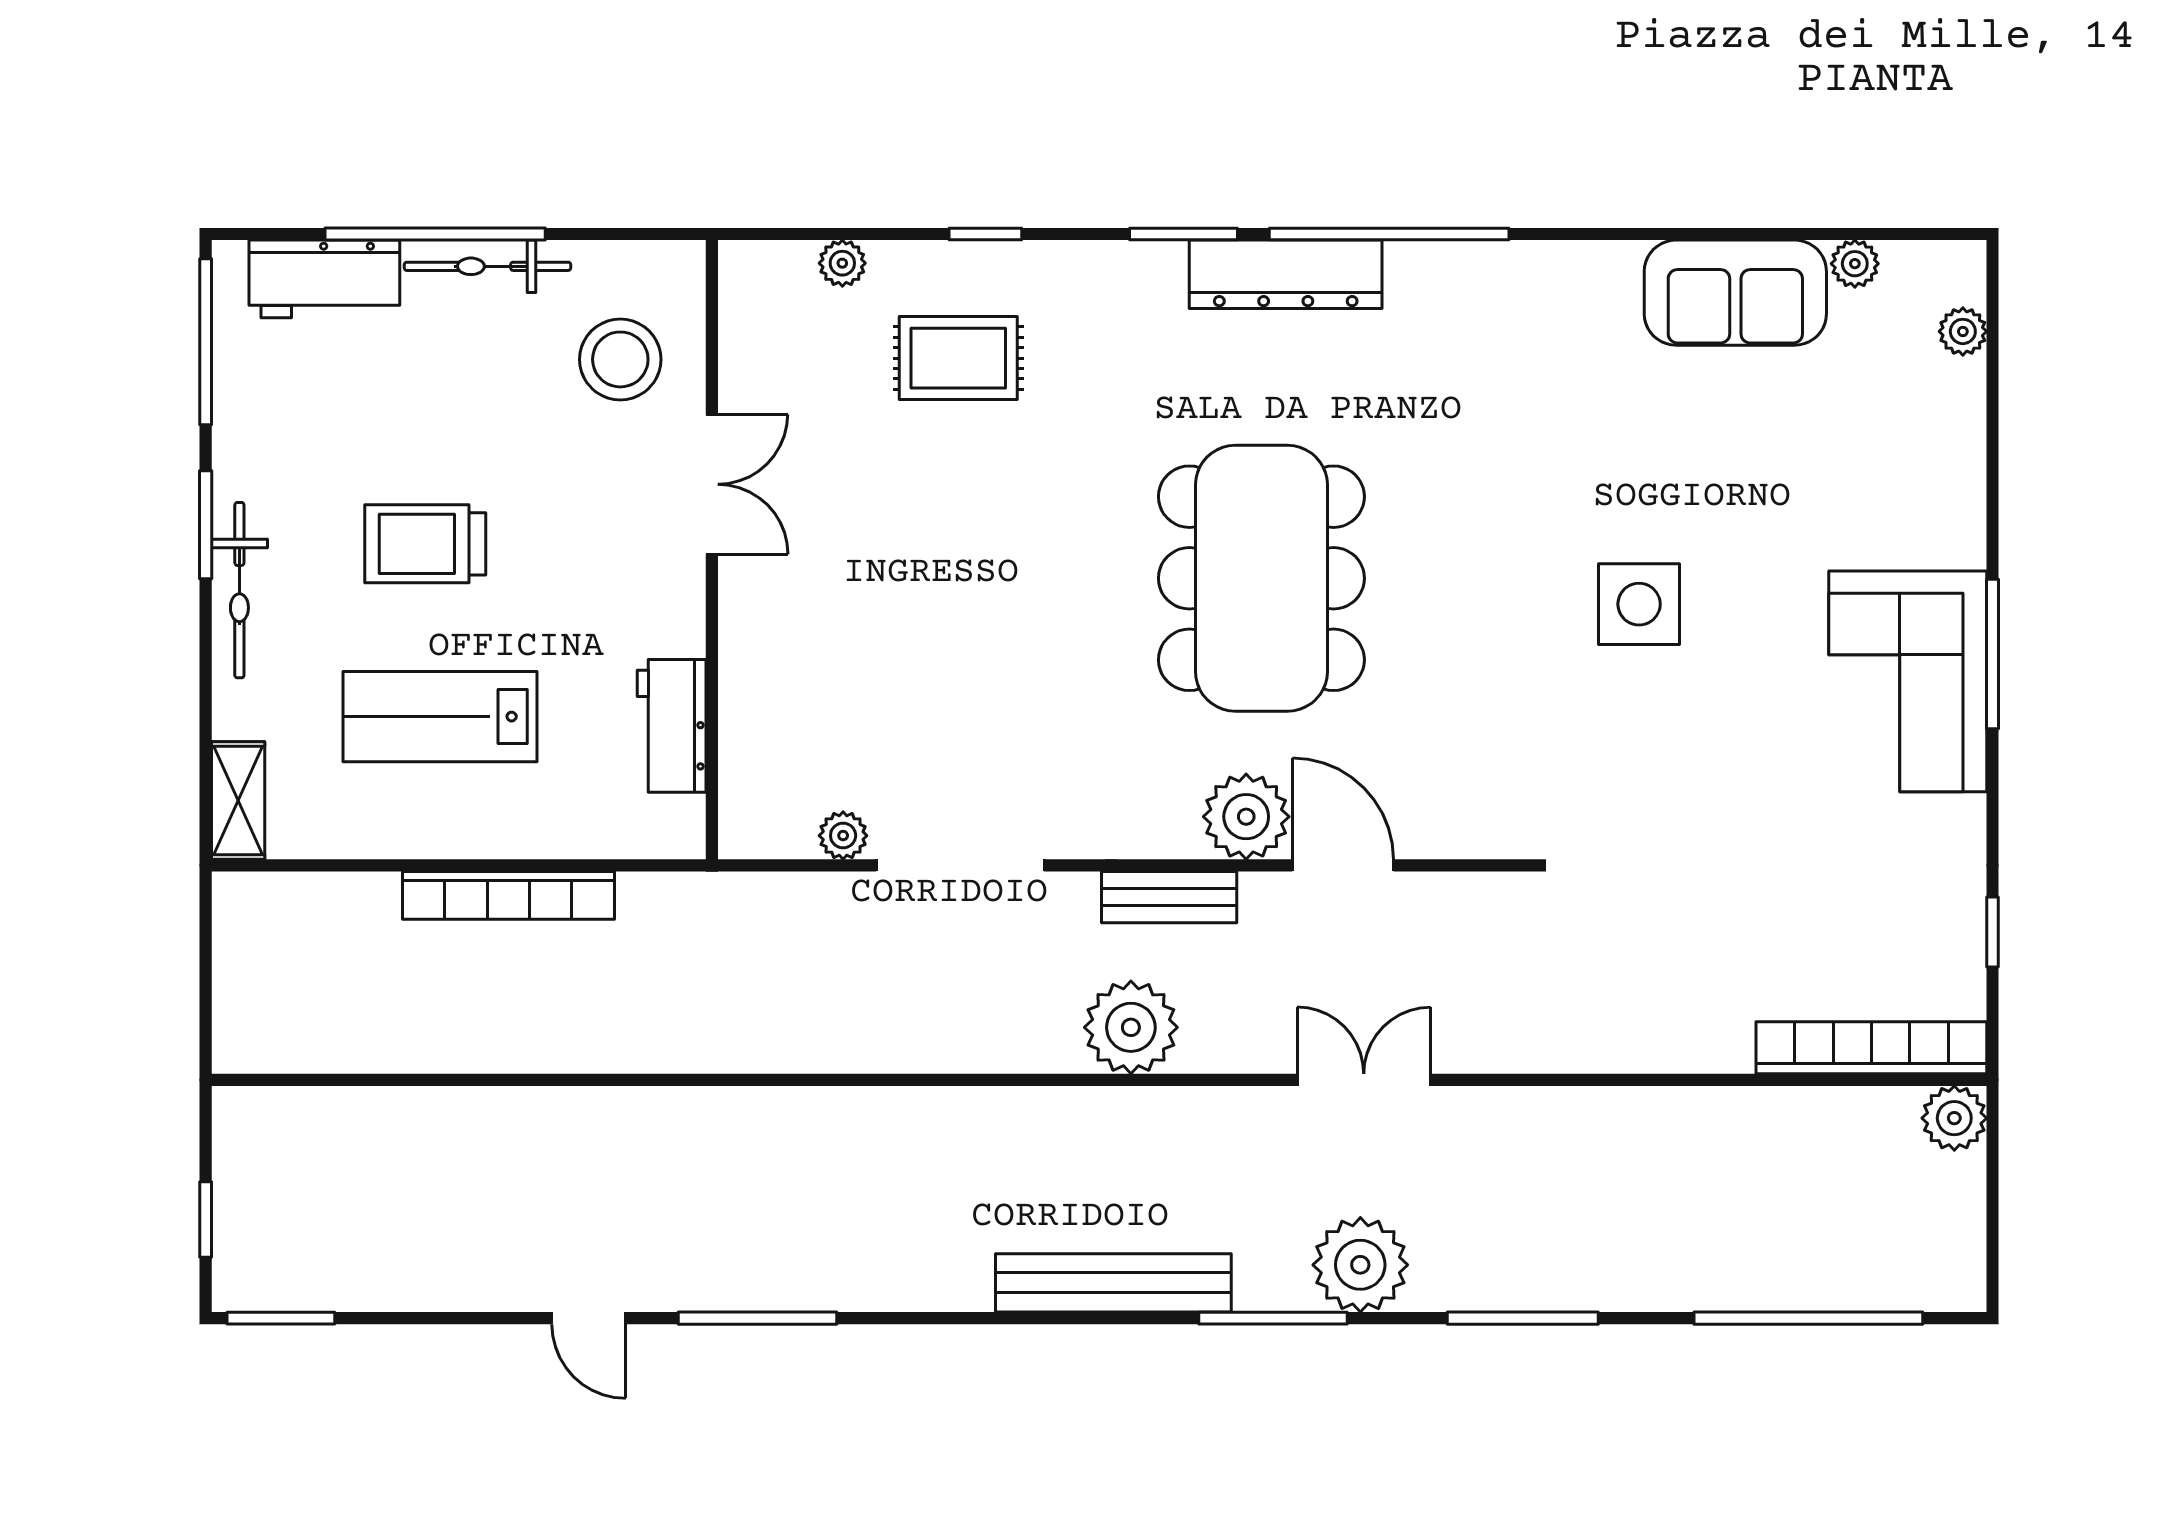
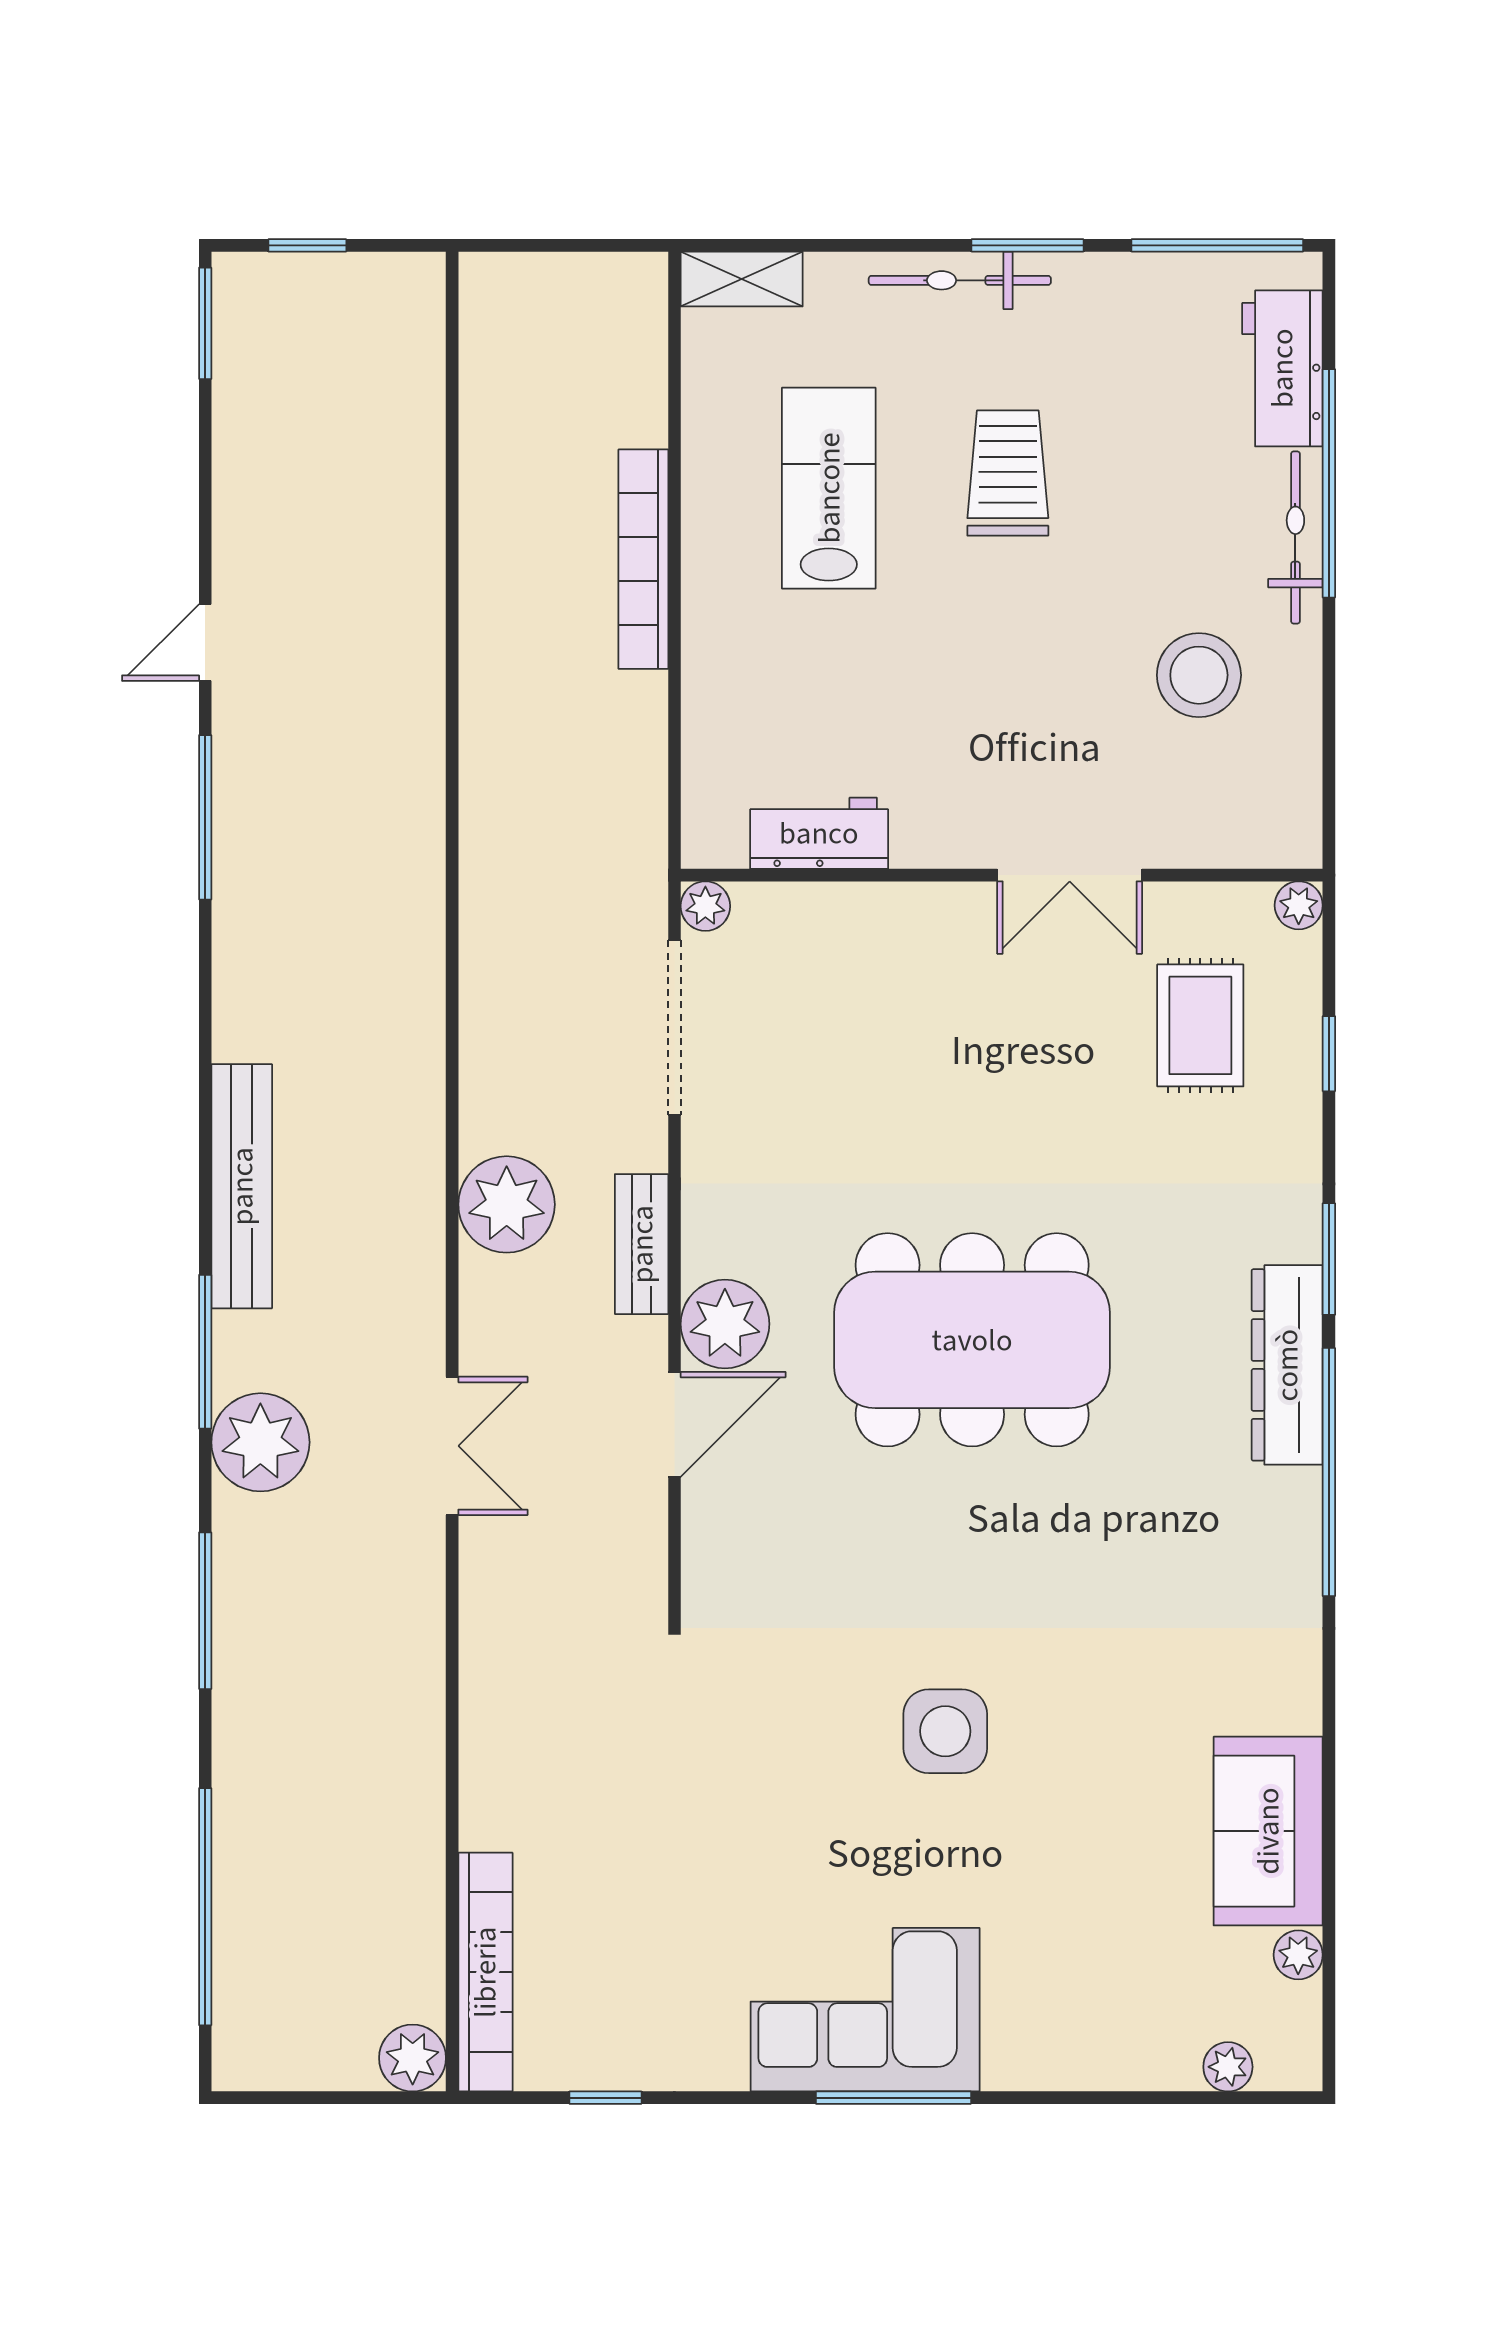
double door: (712, 484) -> (1070, 875), moved
wall: (712, 550) -> (1002, 875), moved
workbench: (672, 726) -> (819, 833), moved

